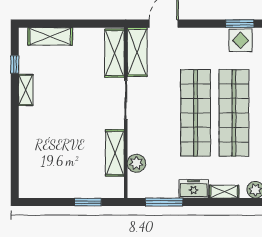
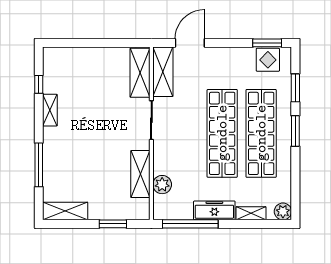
shelving: (50, 36) -> (65, 211), moved
window: (15, 144) -> (39, 165), added
freezer: (194, 189) -> (214, 210), width x1.40
window: (164, 202) -> (190, 224), width x1.46

